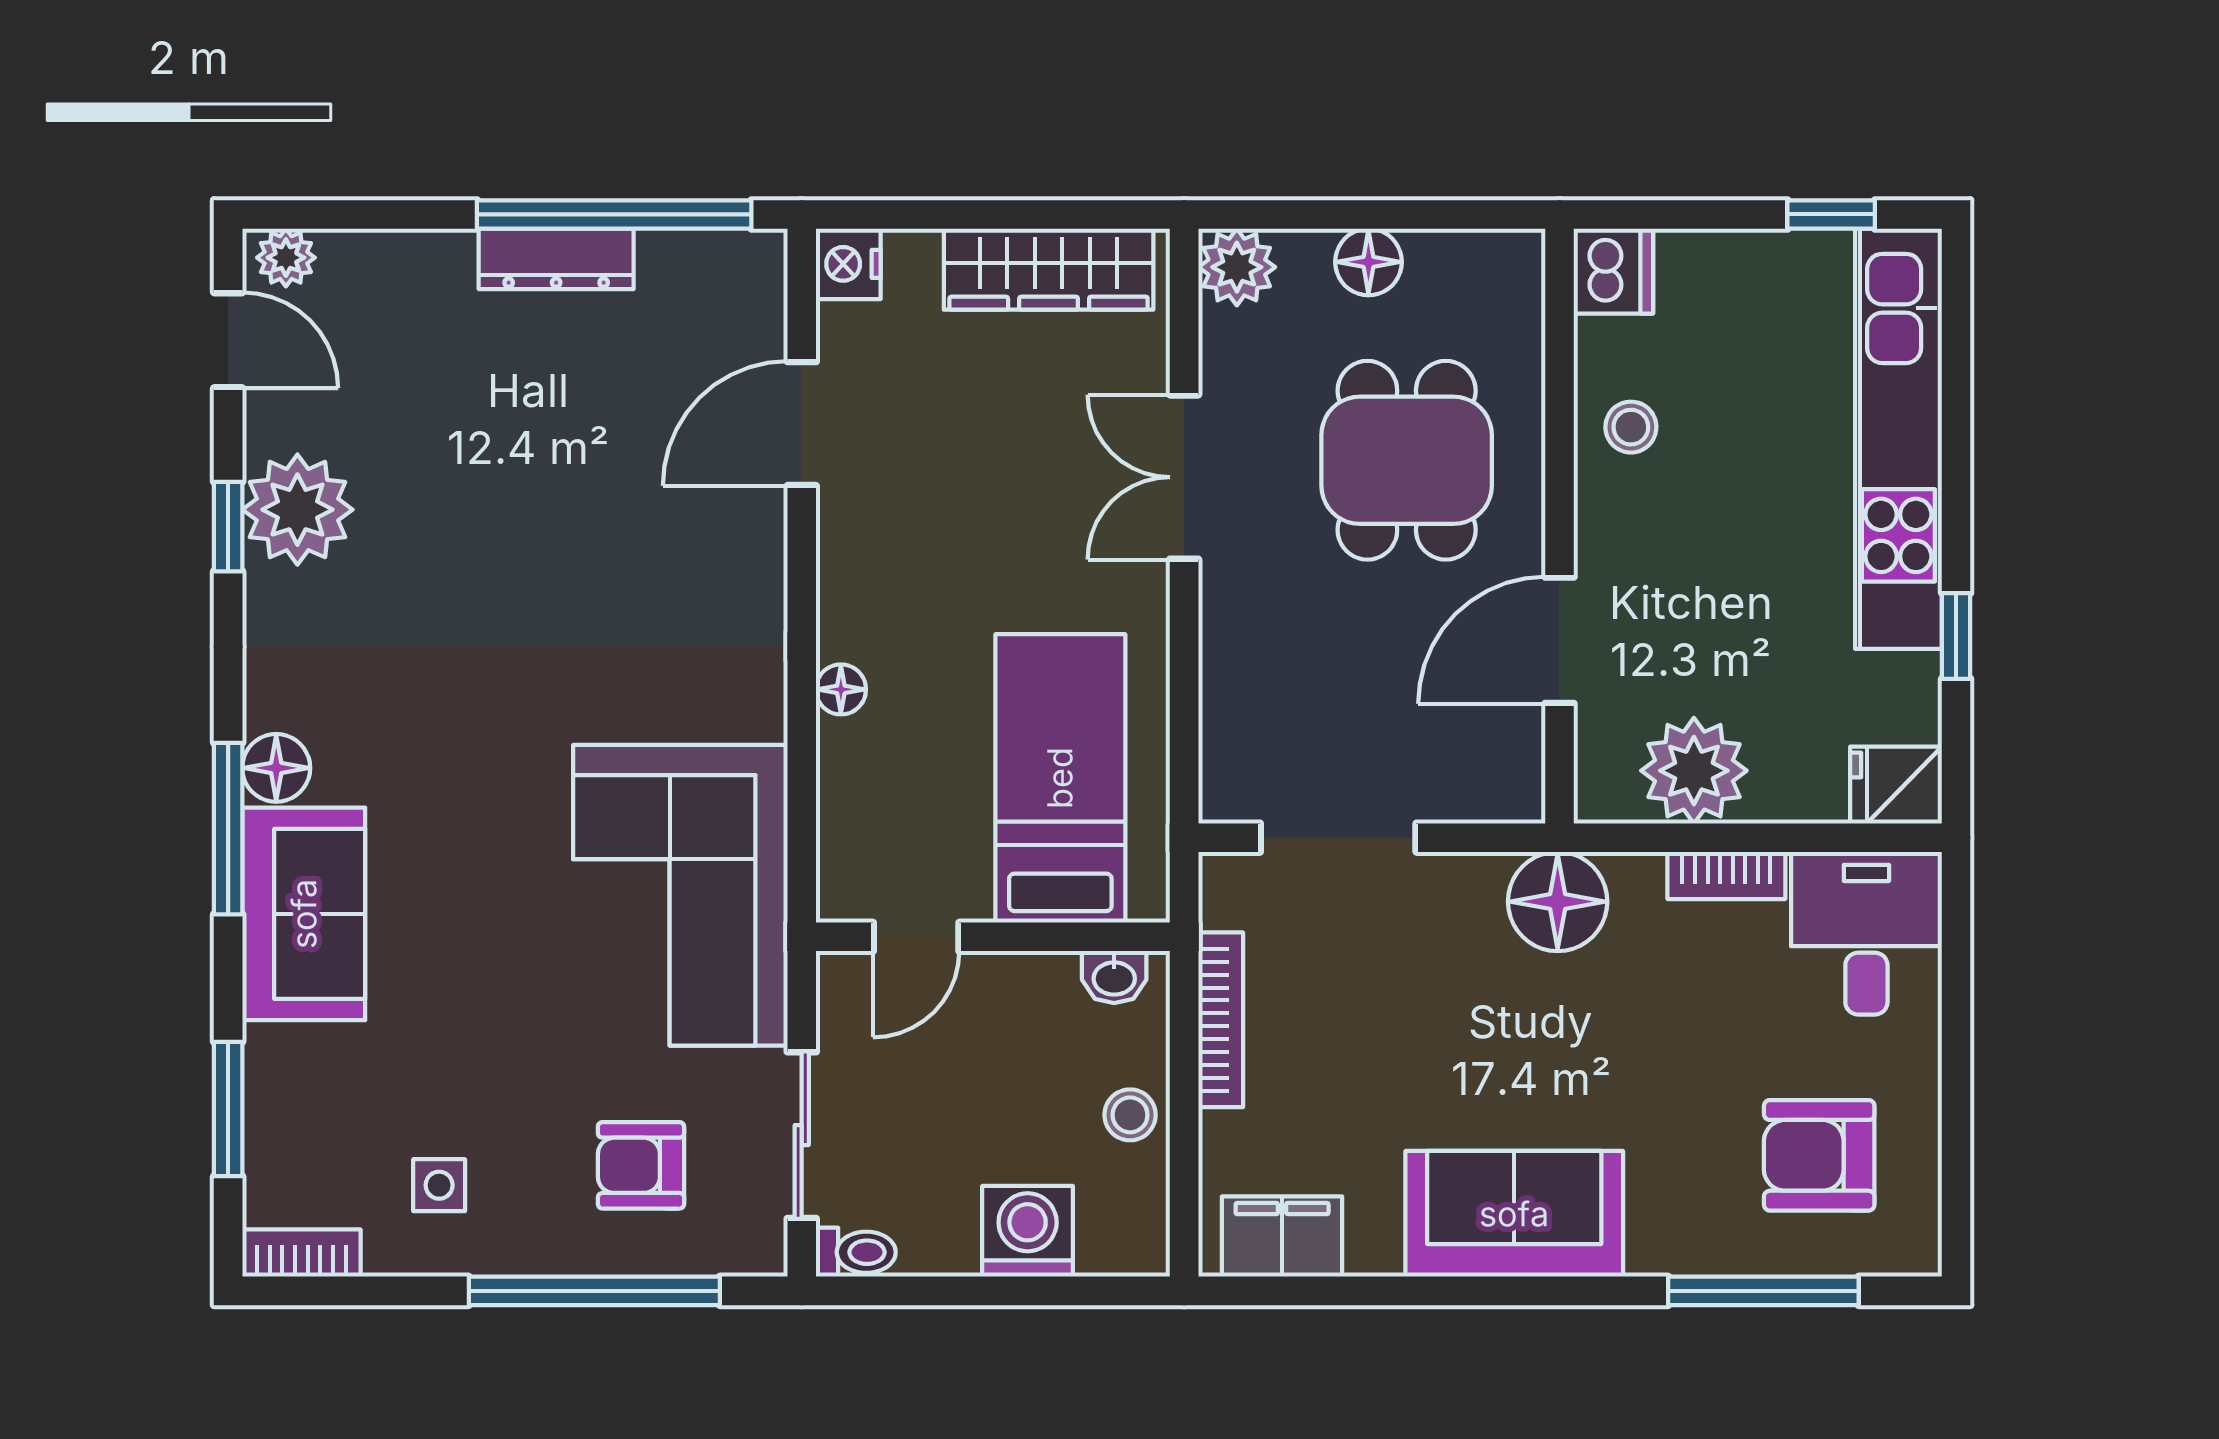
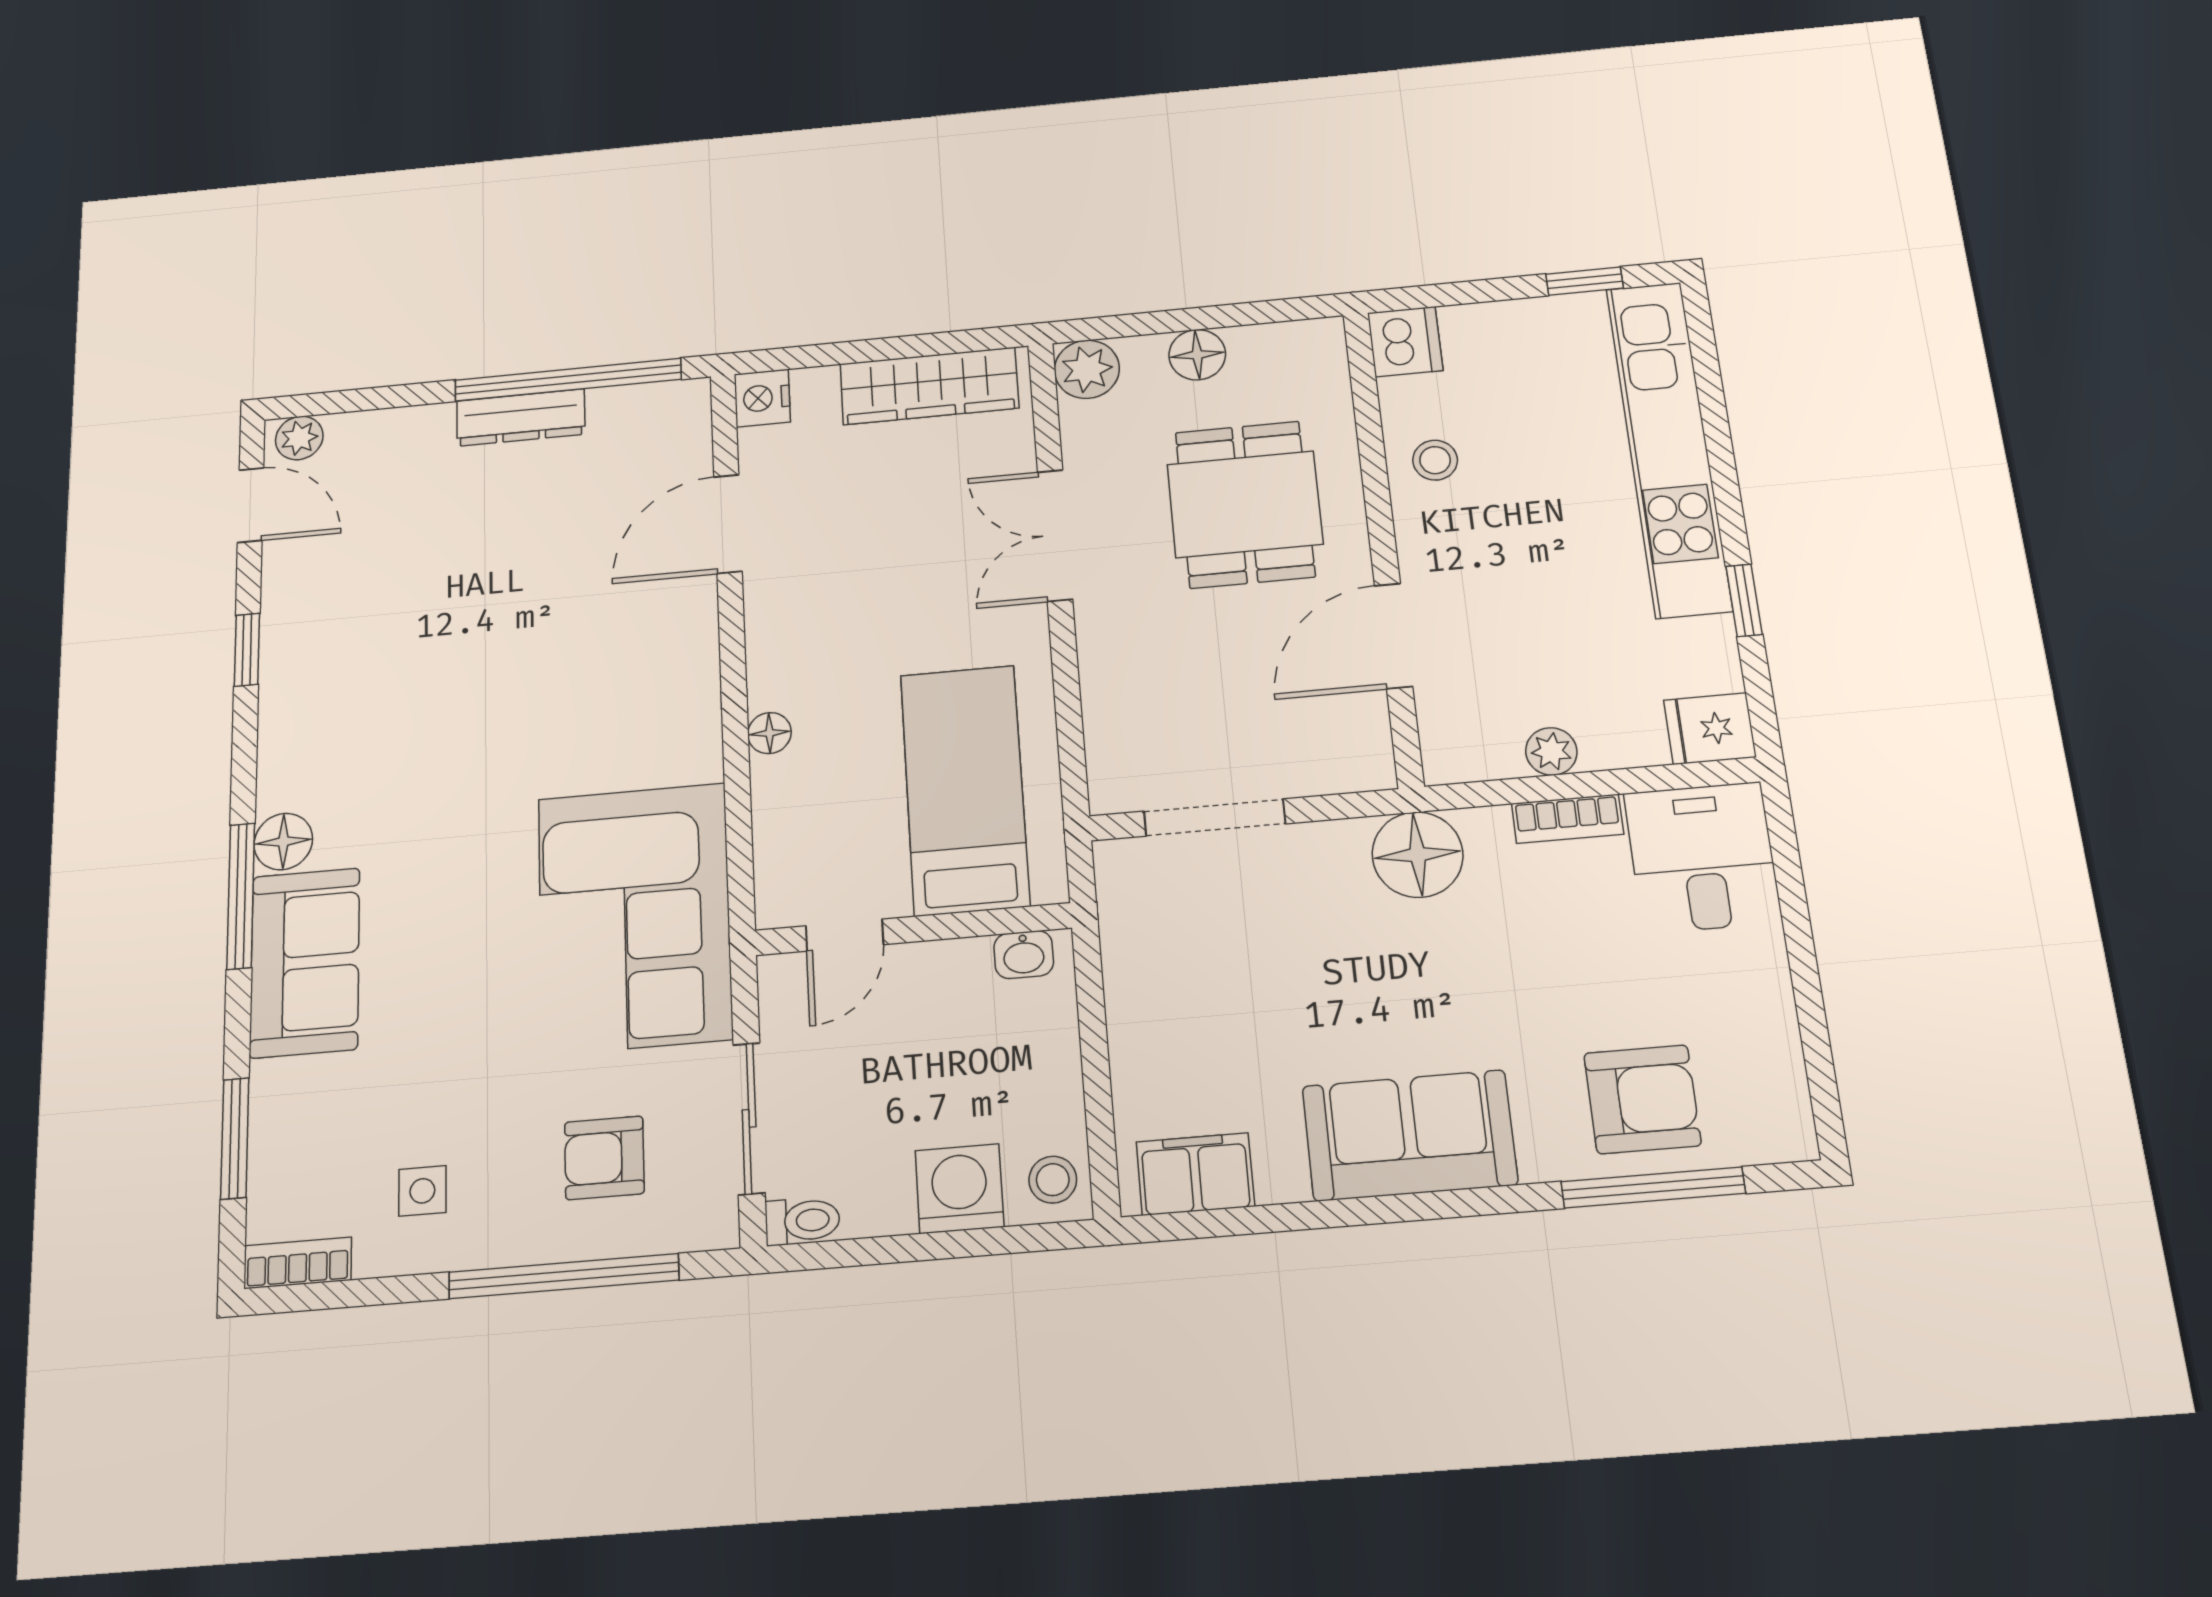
plant: (297, 510) -> (305, 631), removed
plant: (1694, 771) -> (1551, 751), width x0.53, depth x0.53
bookcase: (1221, 1020) -> (1123, 984), removed
stool: (1130, 1115) -> (1053, 1180), moved
armchair: (1819, 1155) -> (1642, 1099), moved, turned 180

